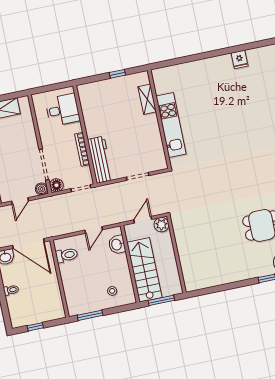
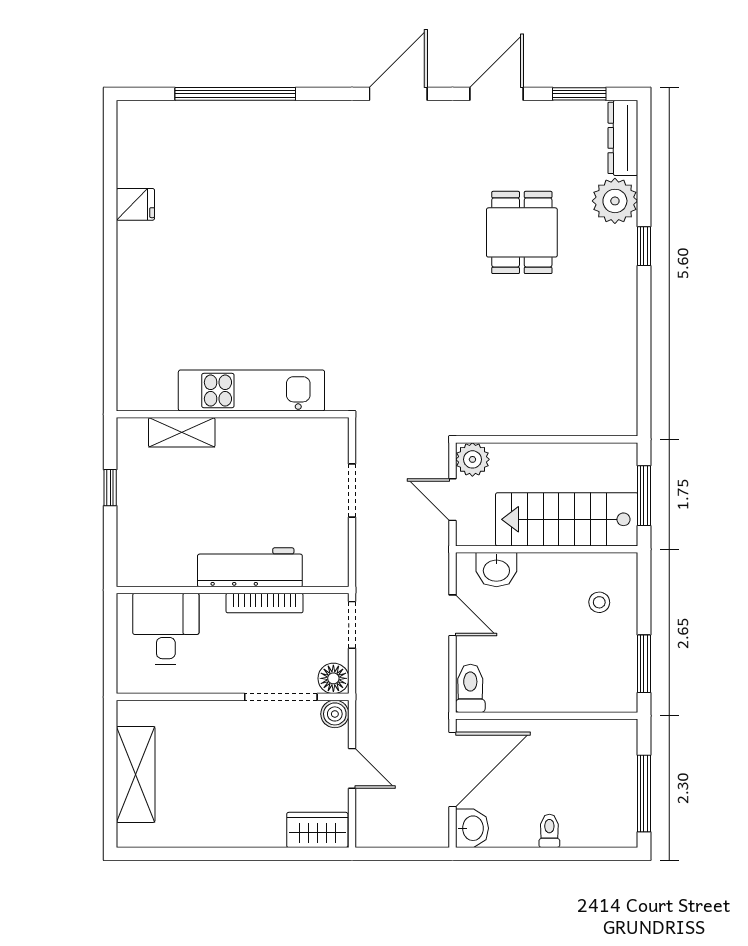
workbench: (100, 160) -> (250, 567), moved
toilet: (67, 255) -> (470, 688), moved
window: (35, 327) -> (644, 793), width x2.17

